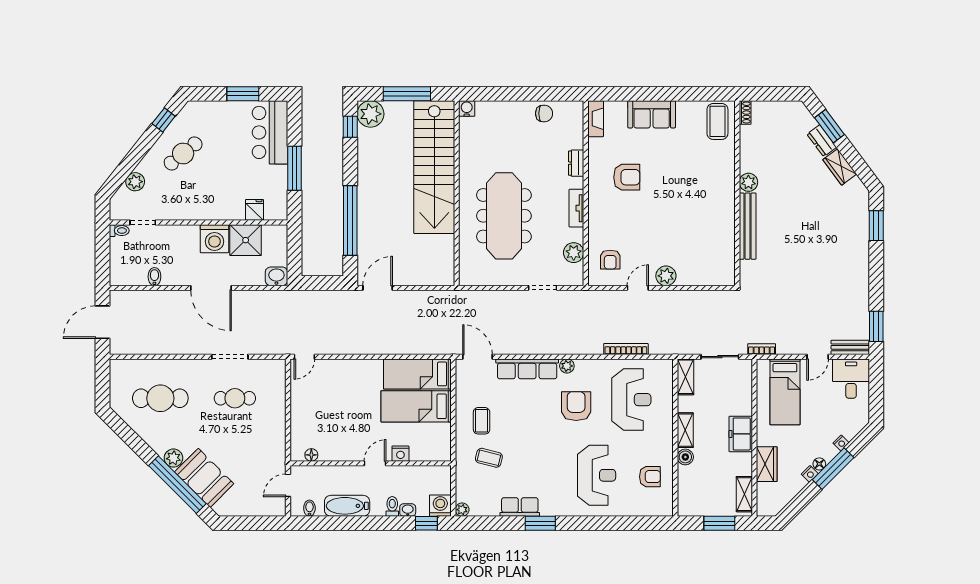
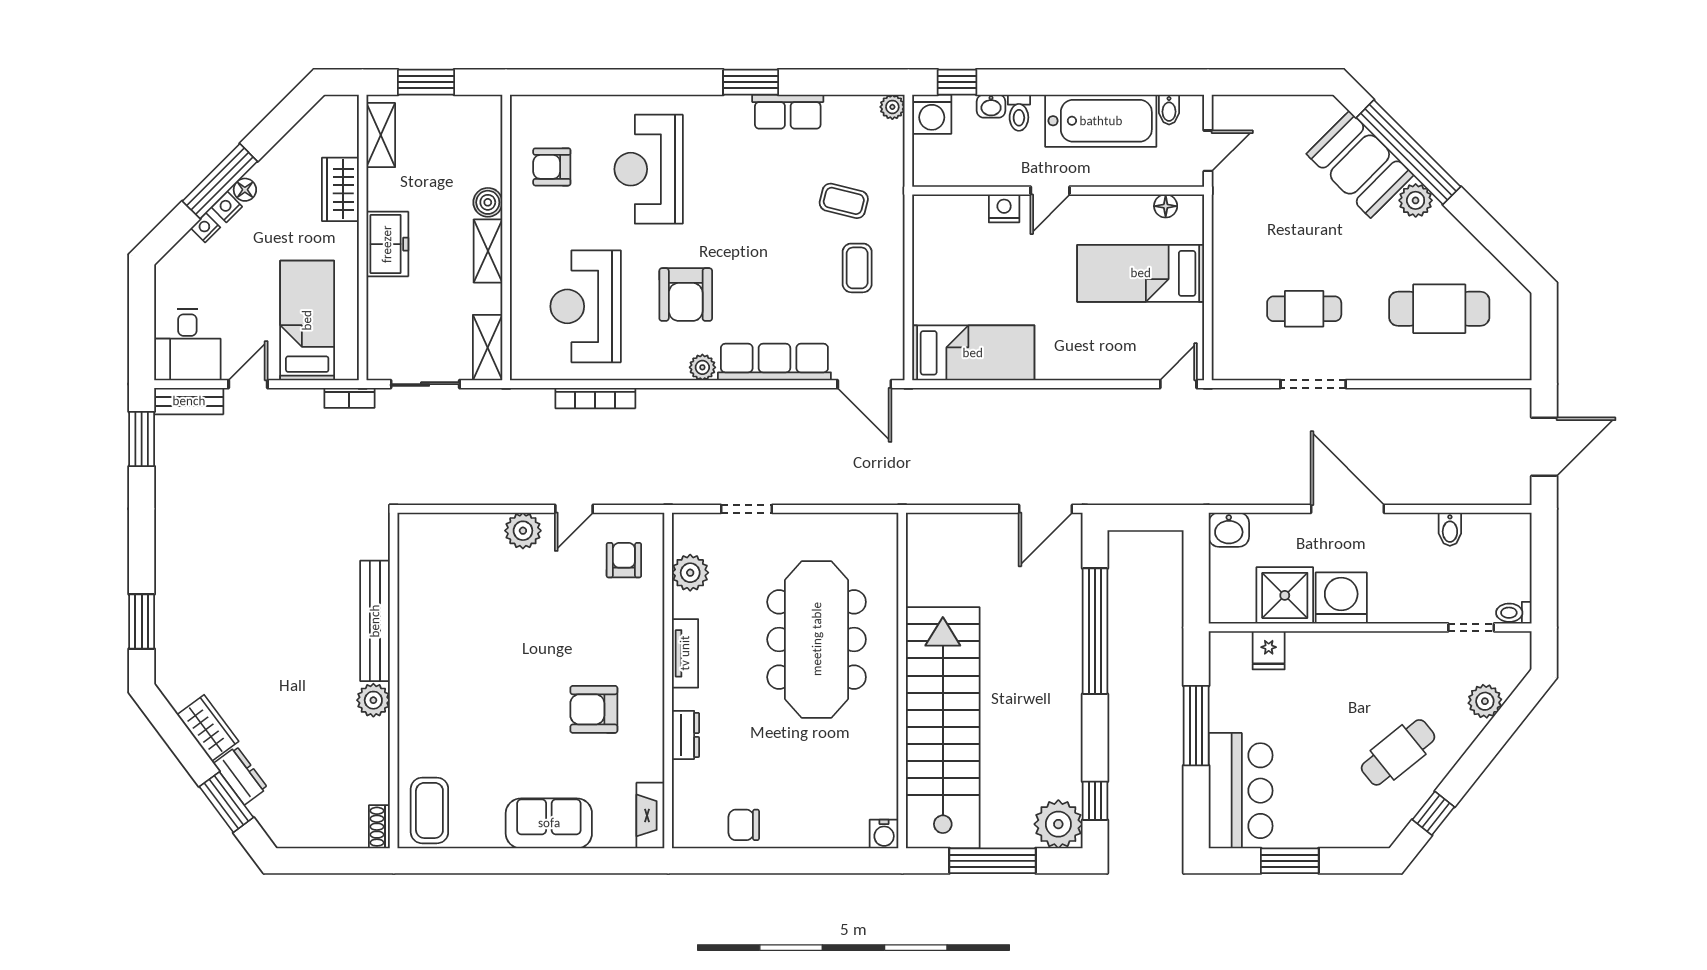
bed: (416, 406) -> (1141, 273), moved, turned 180
nightstand: (810, 474) -> (227, 207), moved
bathtub: (347, 506) -> (1101, 121), width x1.36, depth x1.36

